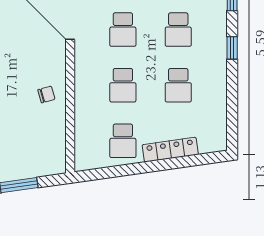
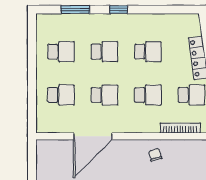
bookcase: (81, 127) -> (180, 128), added

